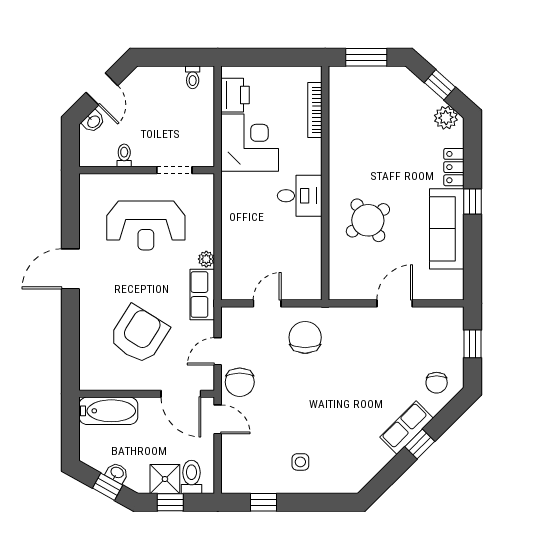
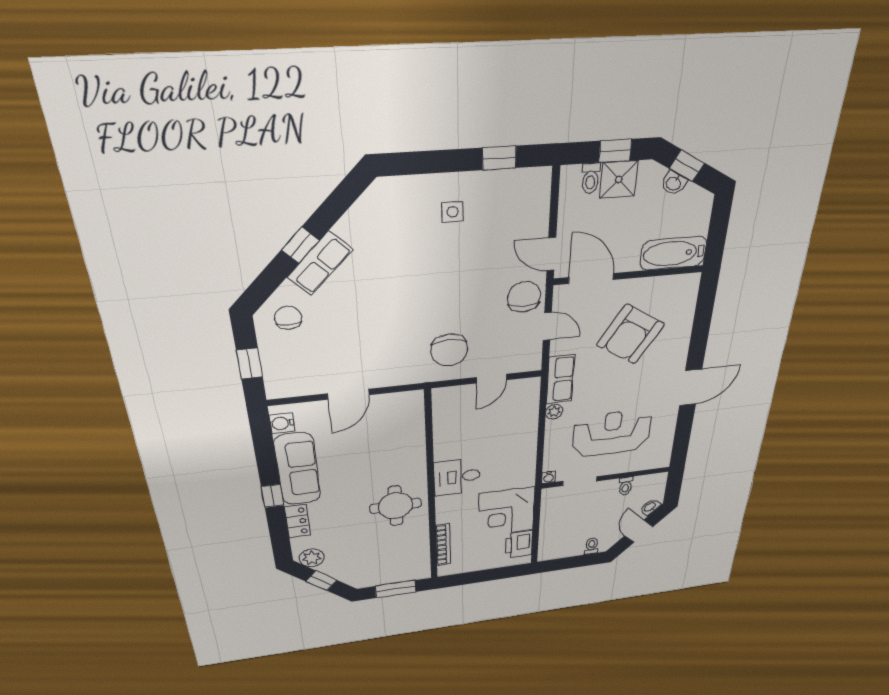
toilet: (193, 77) -> (592, 546), moved
water cooler: (207, 180) -> (549, 477), added
round table: (368, 220) -> (396, 506), moved, turned 35
water cooler: (454, 281) -> (282, 423), added
door: (218, 351) -> (547, 326), hinge flipped
toilet: (192, 477) -> (591, 178), width x0.73, depth x0.72

